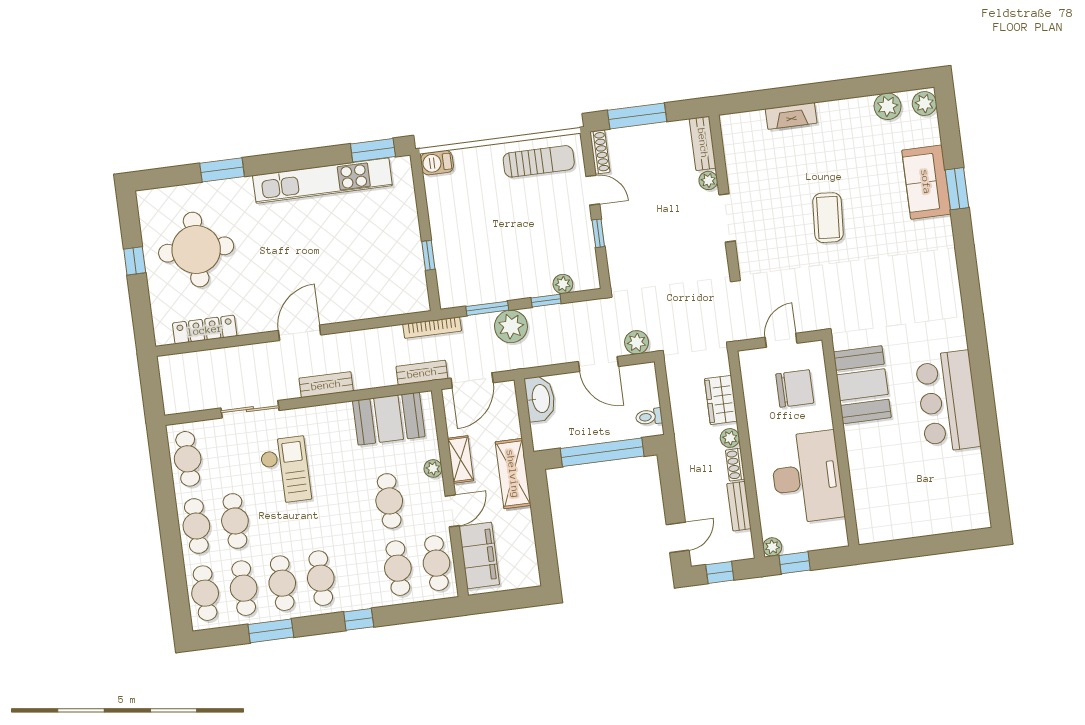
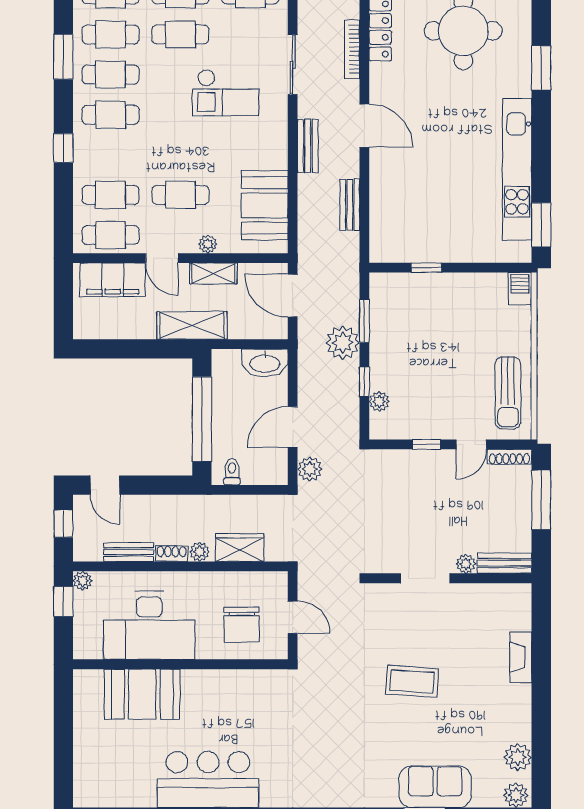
bookcase: (432, 328) -> (352, 49), moved
bench: (422, 373) -> (350, 205), moved
booth: (862, 385) -> (142, 694), moved

